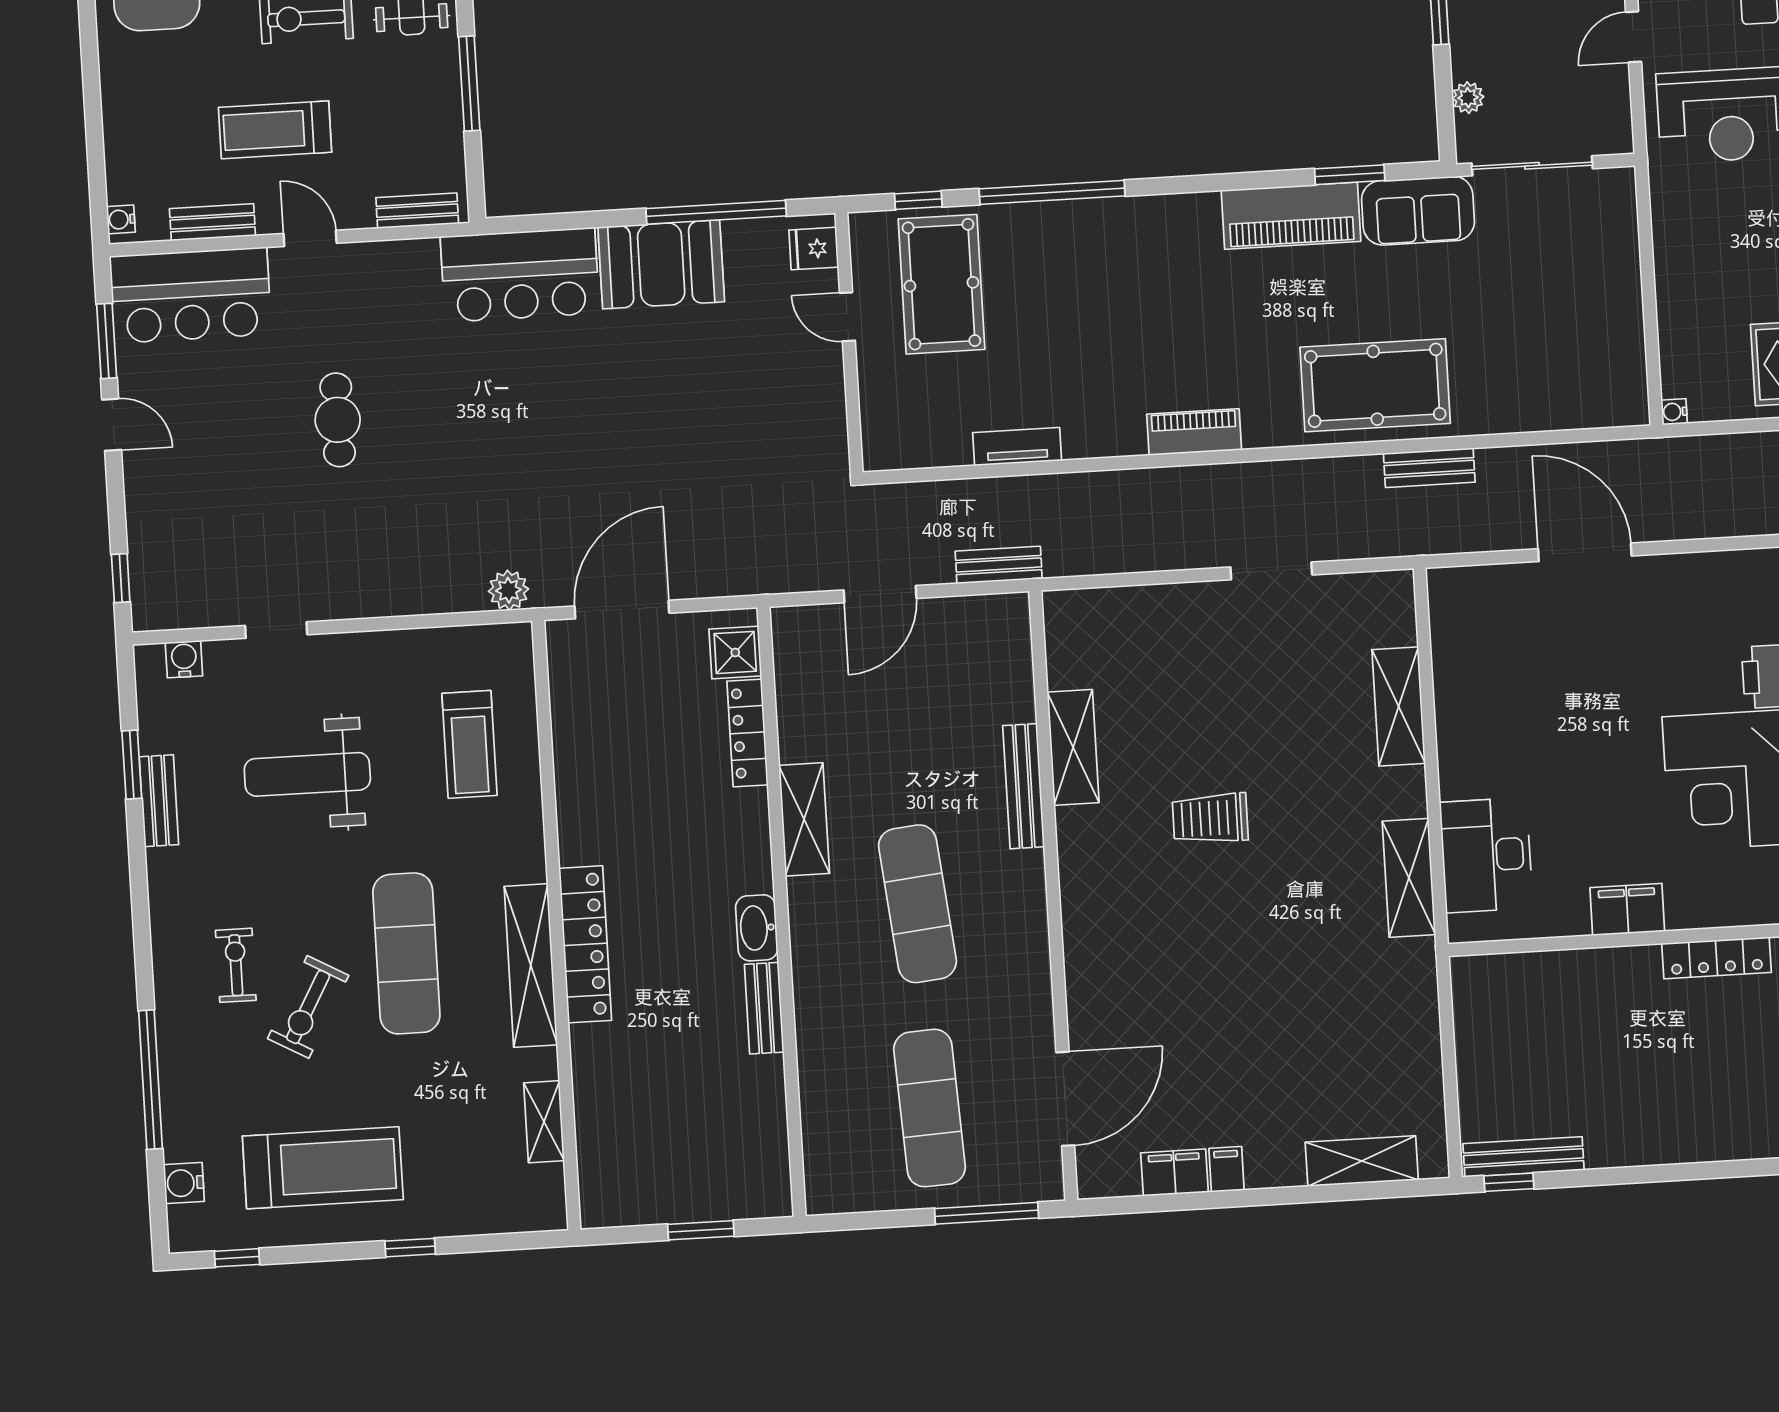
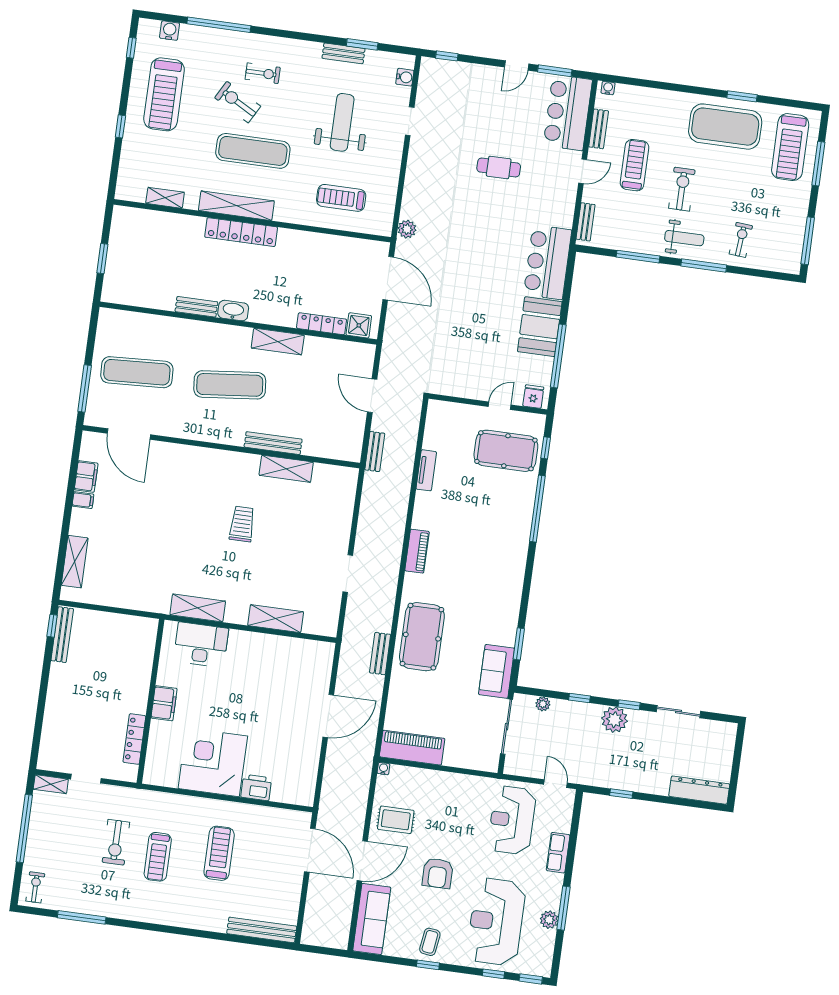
piano: (1291, 216) -> (412, 748), moved, turned 90

